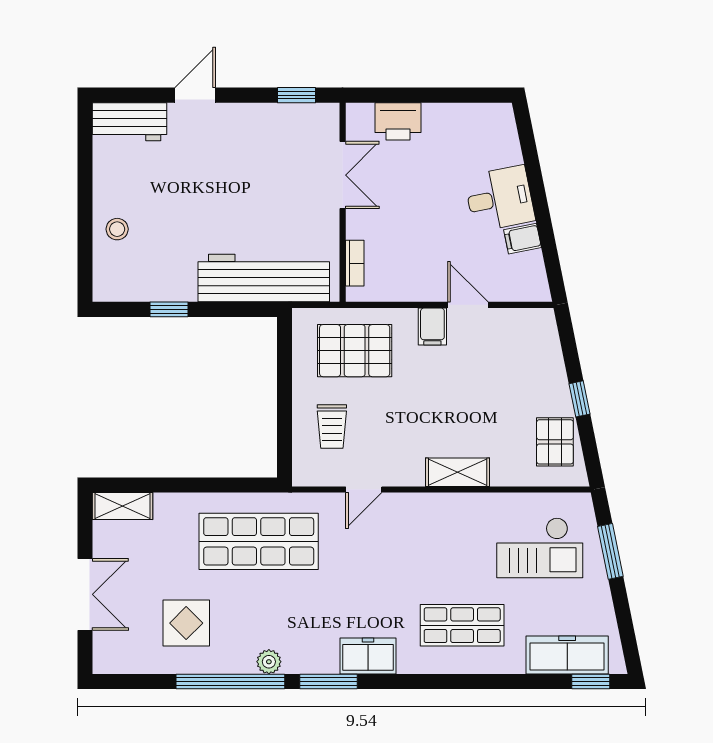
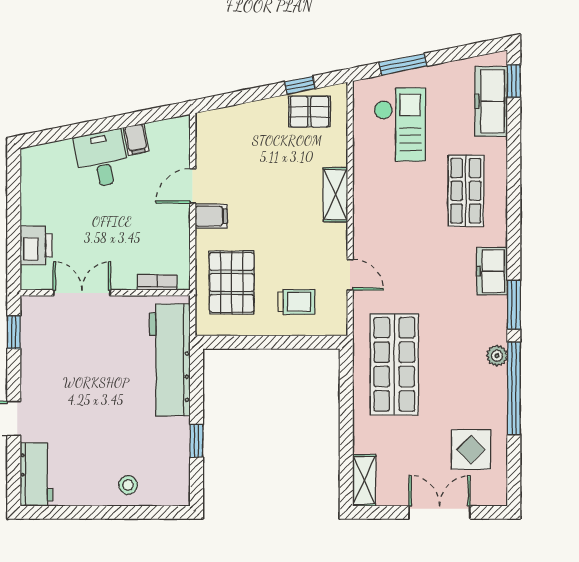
window: (580, 399) -> (300, 85), moved
display table: (186, 623) -> (471, 450), moved

